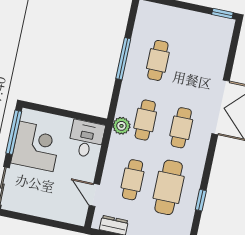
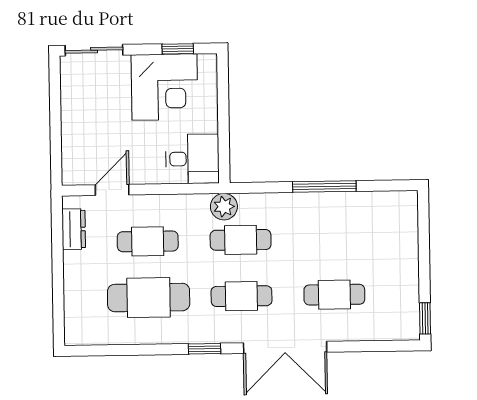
cafe table: (158, 60) -> (334, 295), moved
window: (14, 132) -> (178, 49), width x0.46
window: (201, 200) -> (204, 349), moved

